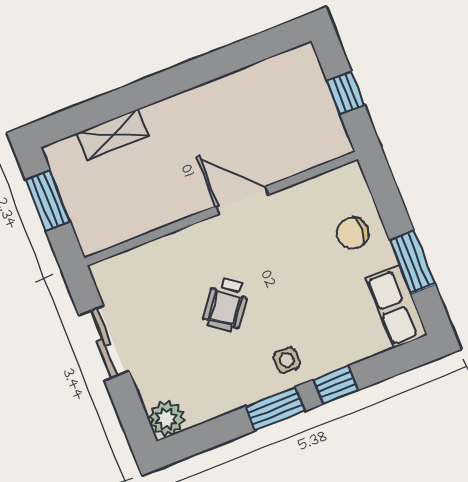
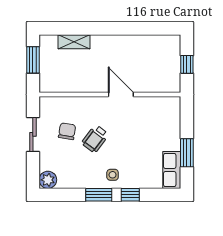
chair: (353, 233) -> (67, 131), moved, turned 99

